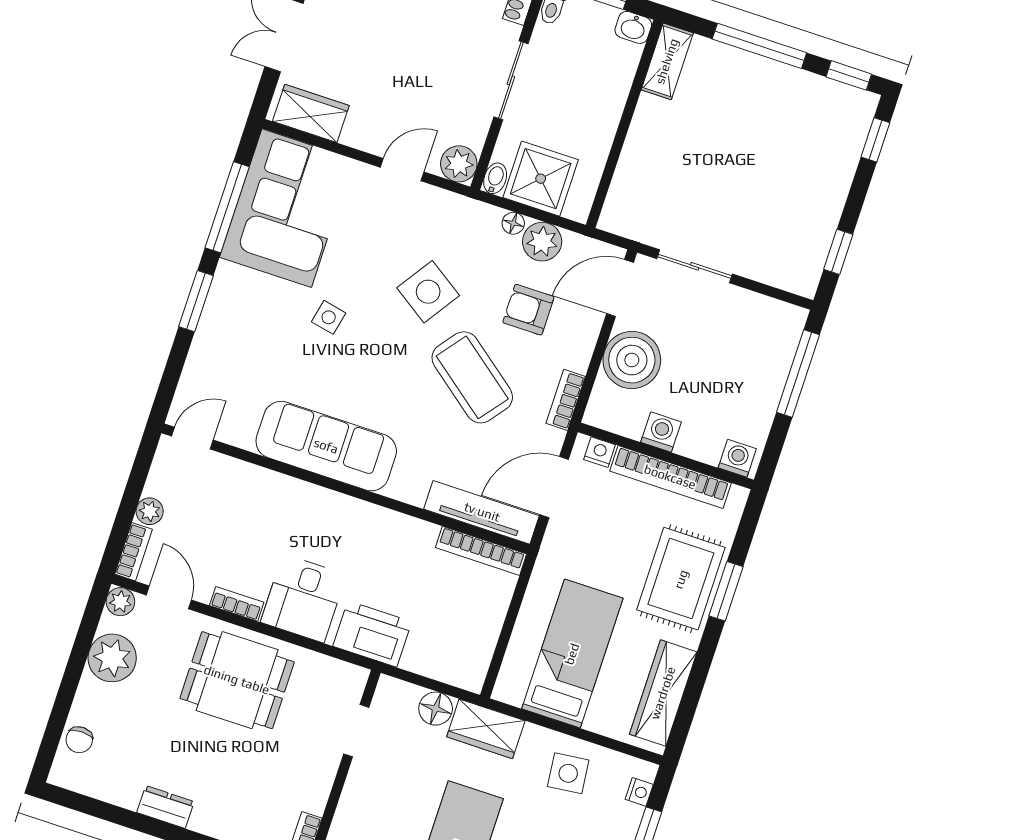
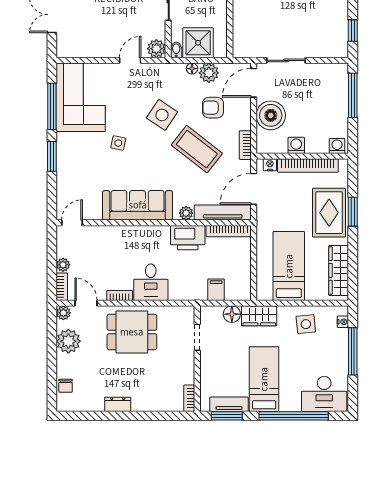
wardrobe: (311, 113) -> (77, 48), removed
plant: (412, 491) -> (186, 213), added
printer: (372, 634) -> (188, 238), moved, turned 180
filing cabinet: (421, 653) -> (216, 290), added

